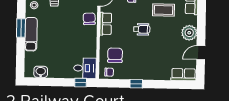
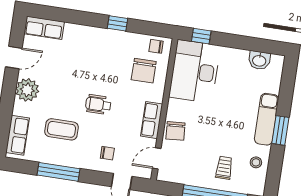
desk: (85, 68) -> (195, 71), width x1.87, depth x1.30

